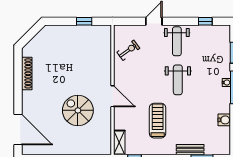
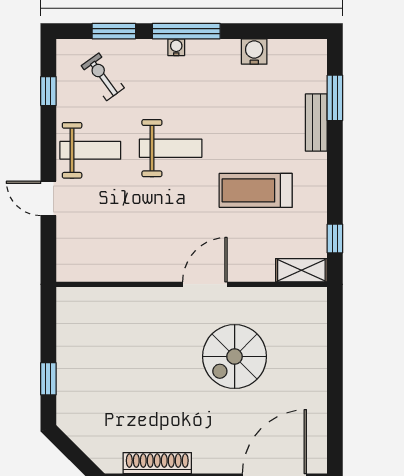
window: (84, 21) -> (48, 379), moved
exercise bike: (128, 50) -> (103, 77), moved

